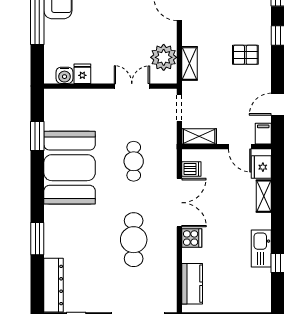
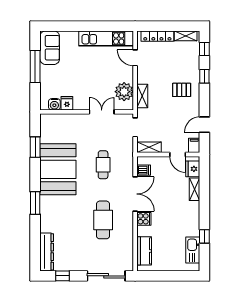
window: (37, 239) -> (35, 203), moved
kitchen sink: (261, 249) -> (193, 250), moved

